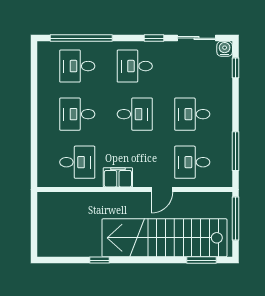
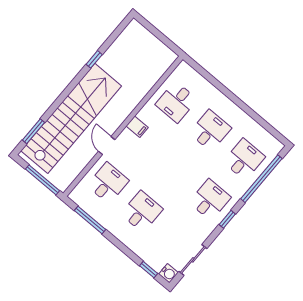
window: (154, 38) -> (227, 219), moved
desk: (135, 114) -> (176, 171), removed
filing cabinet: (118, 177) -> (137, 127), width x0.50

